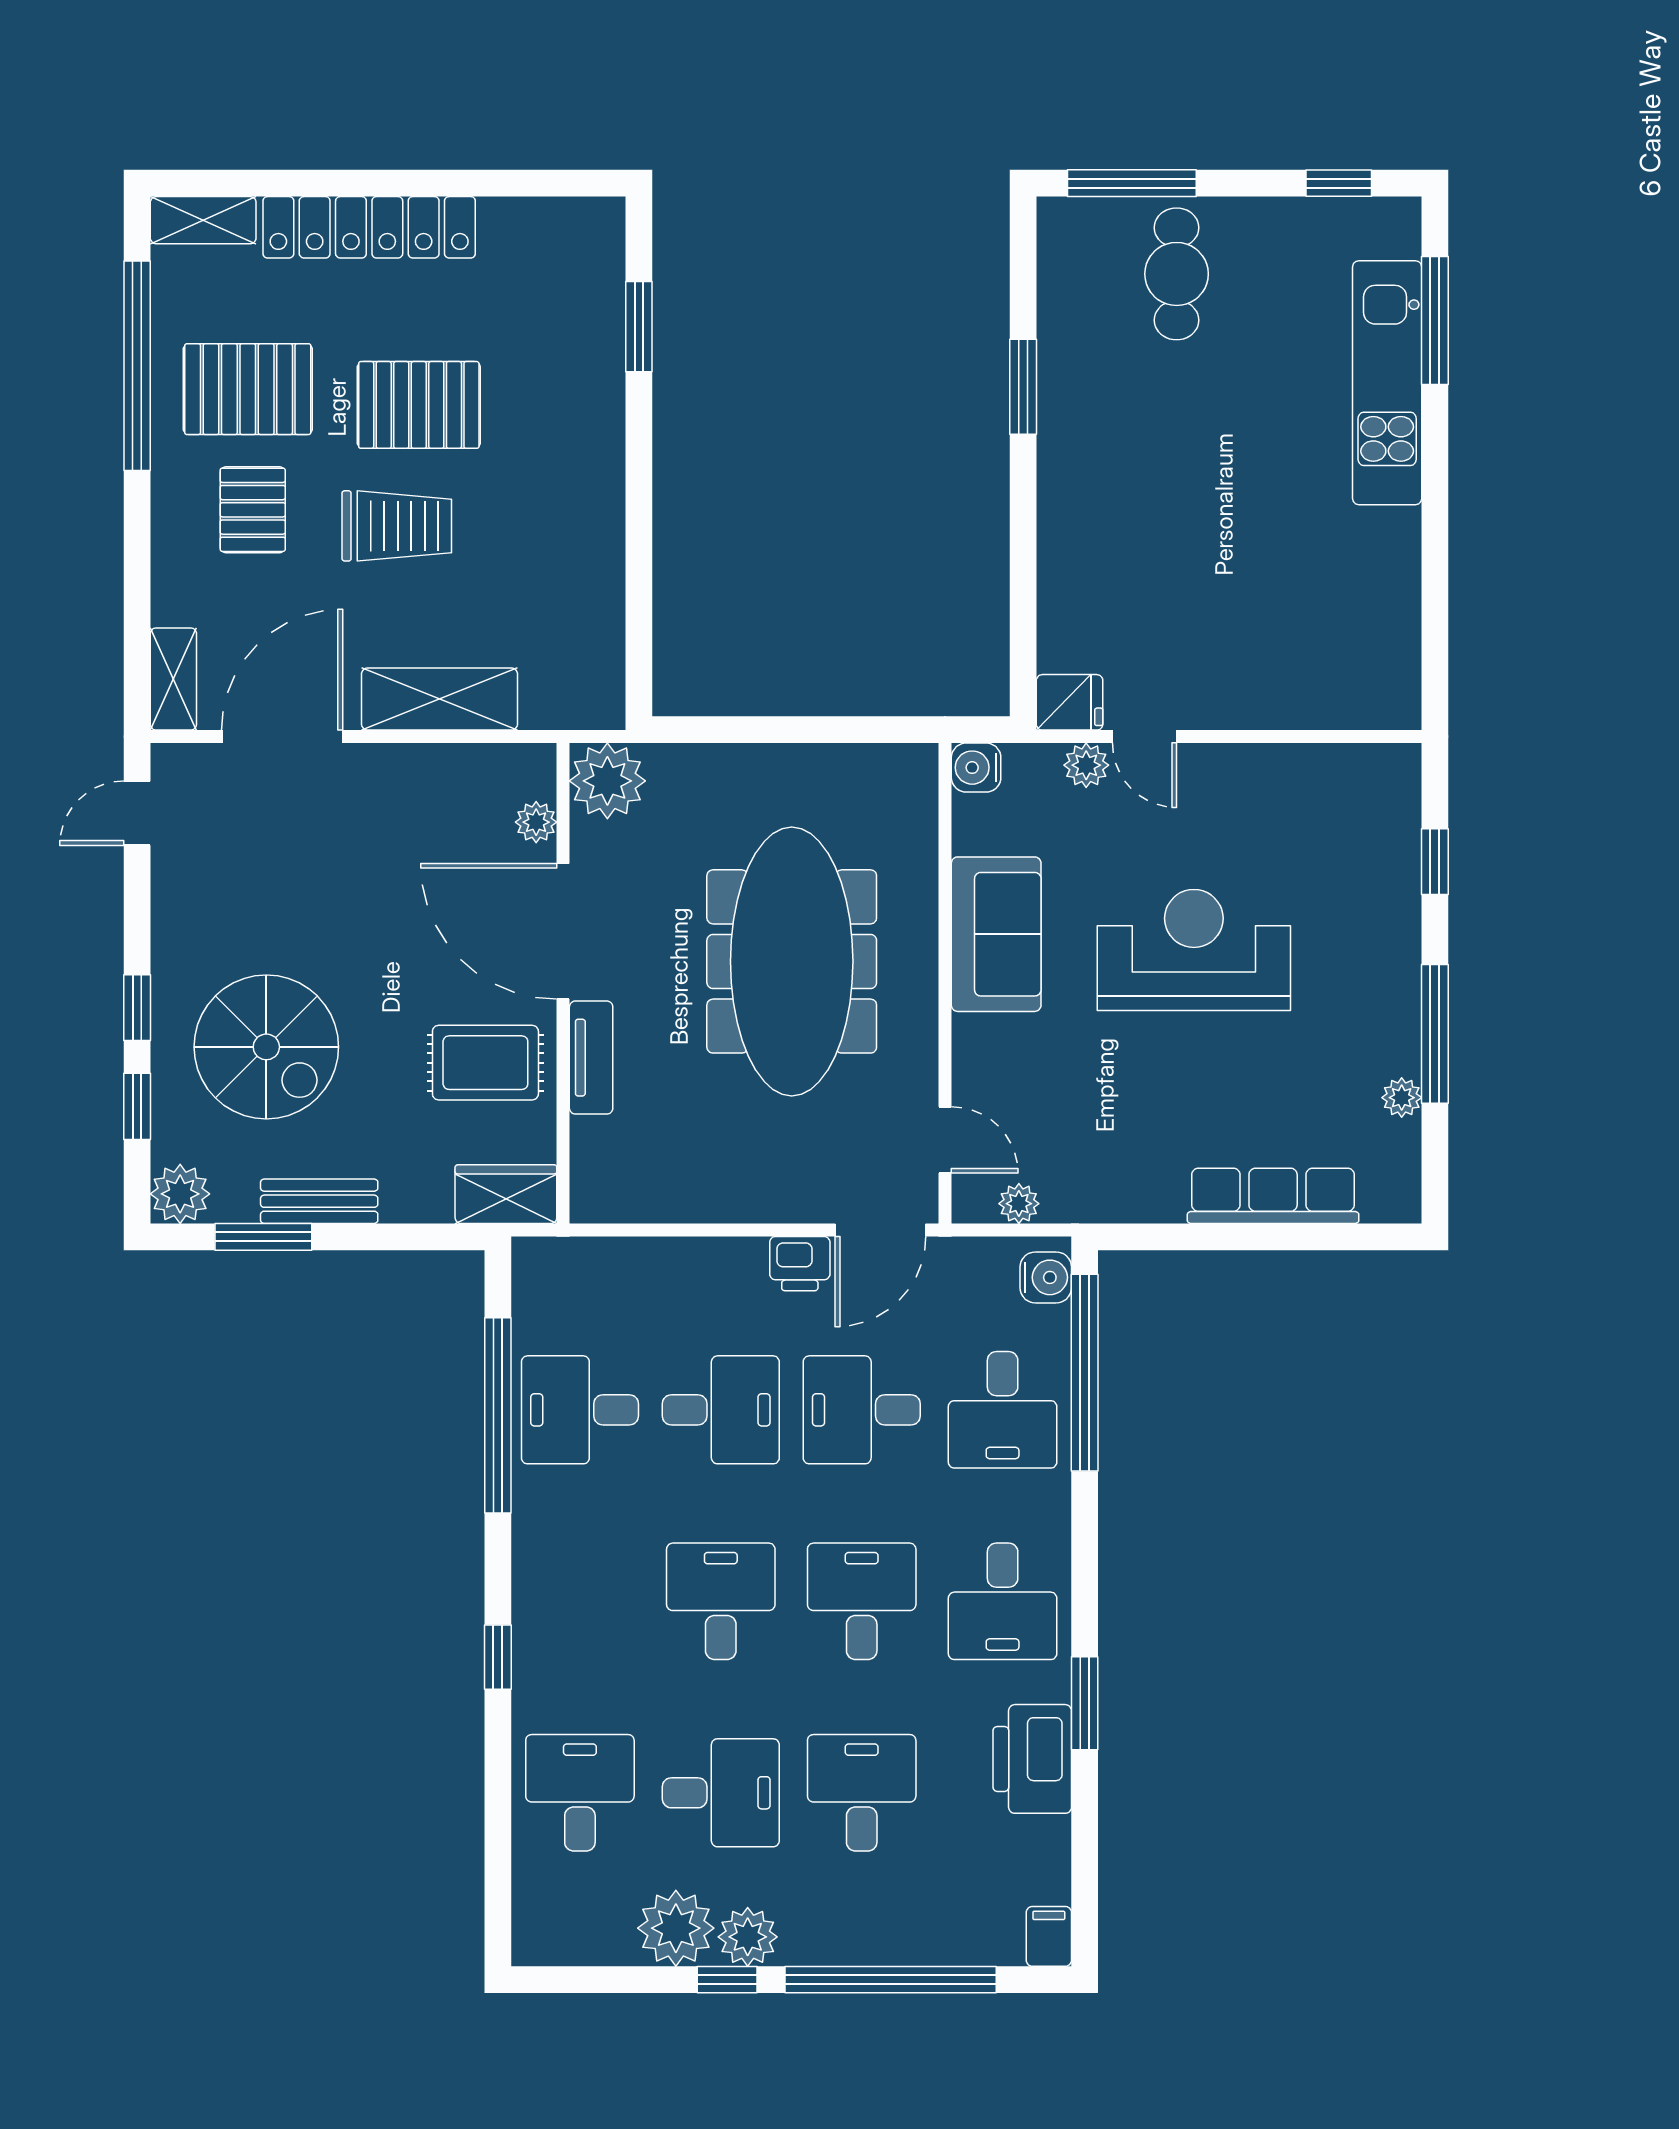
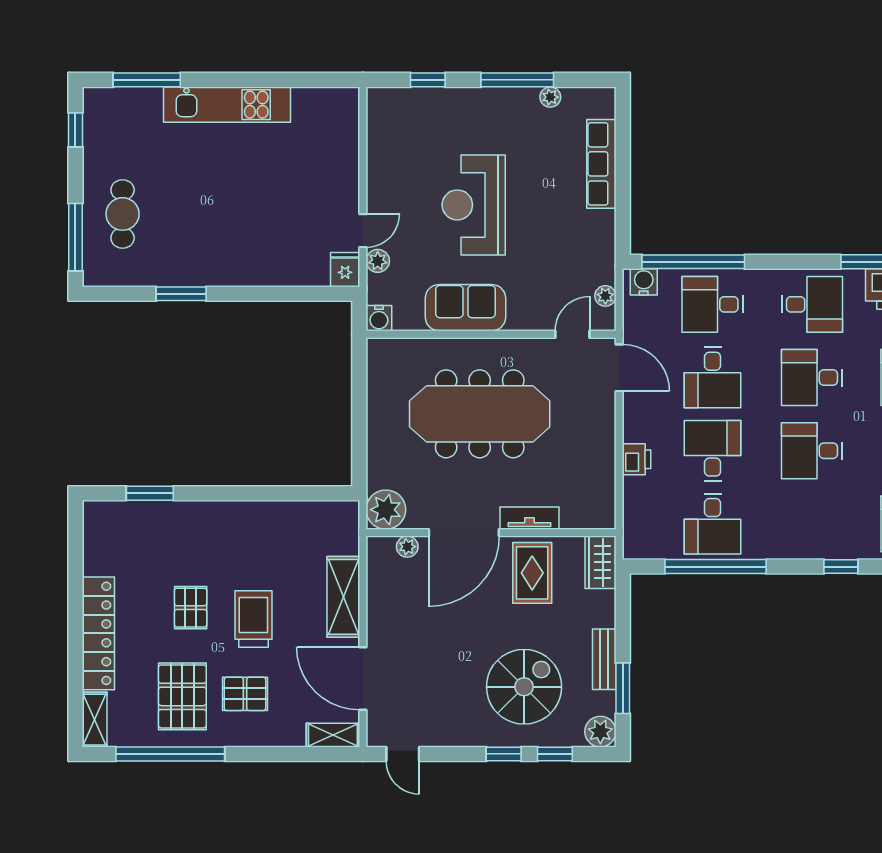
cafe table: (1177, 274) -> (123, 214), turned 90
kitchen unit: (1387, 383) -> (227, 105), moved
pallet: (419, 405) -> (191, 608), width x0.67, depth x0.71
printer: (800, 1264) -> (637, 459), moved
desk: (1003, 1410) -> (713, 304), turned 180

